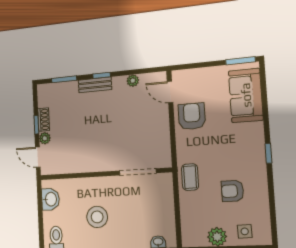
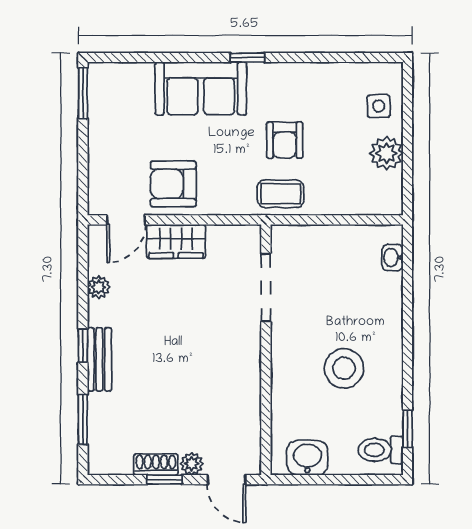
sofa: (246, 95) -> (201, 88), moved
wardrobe: (160, 121) -> (176, 241), added
door: (38, 157) -> (226, 480), hinge flipped
armchair: (232, 191) -> (285, 140), moved

